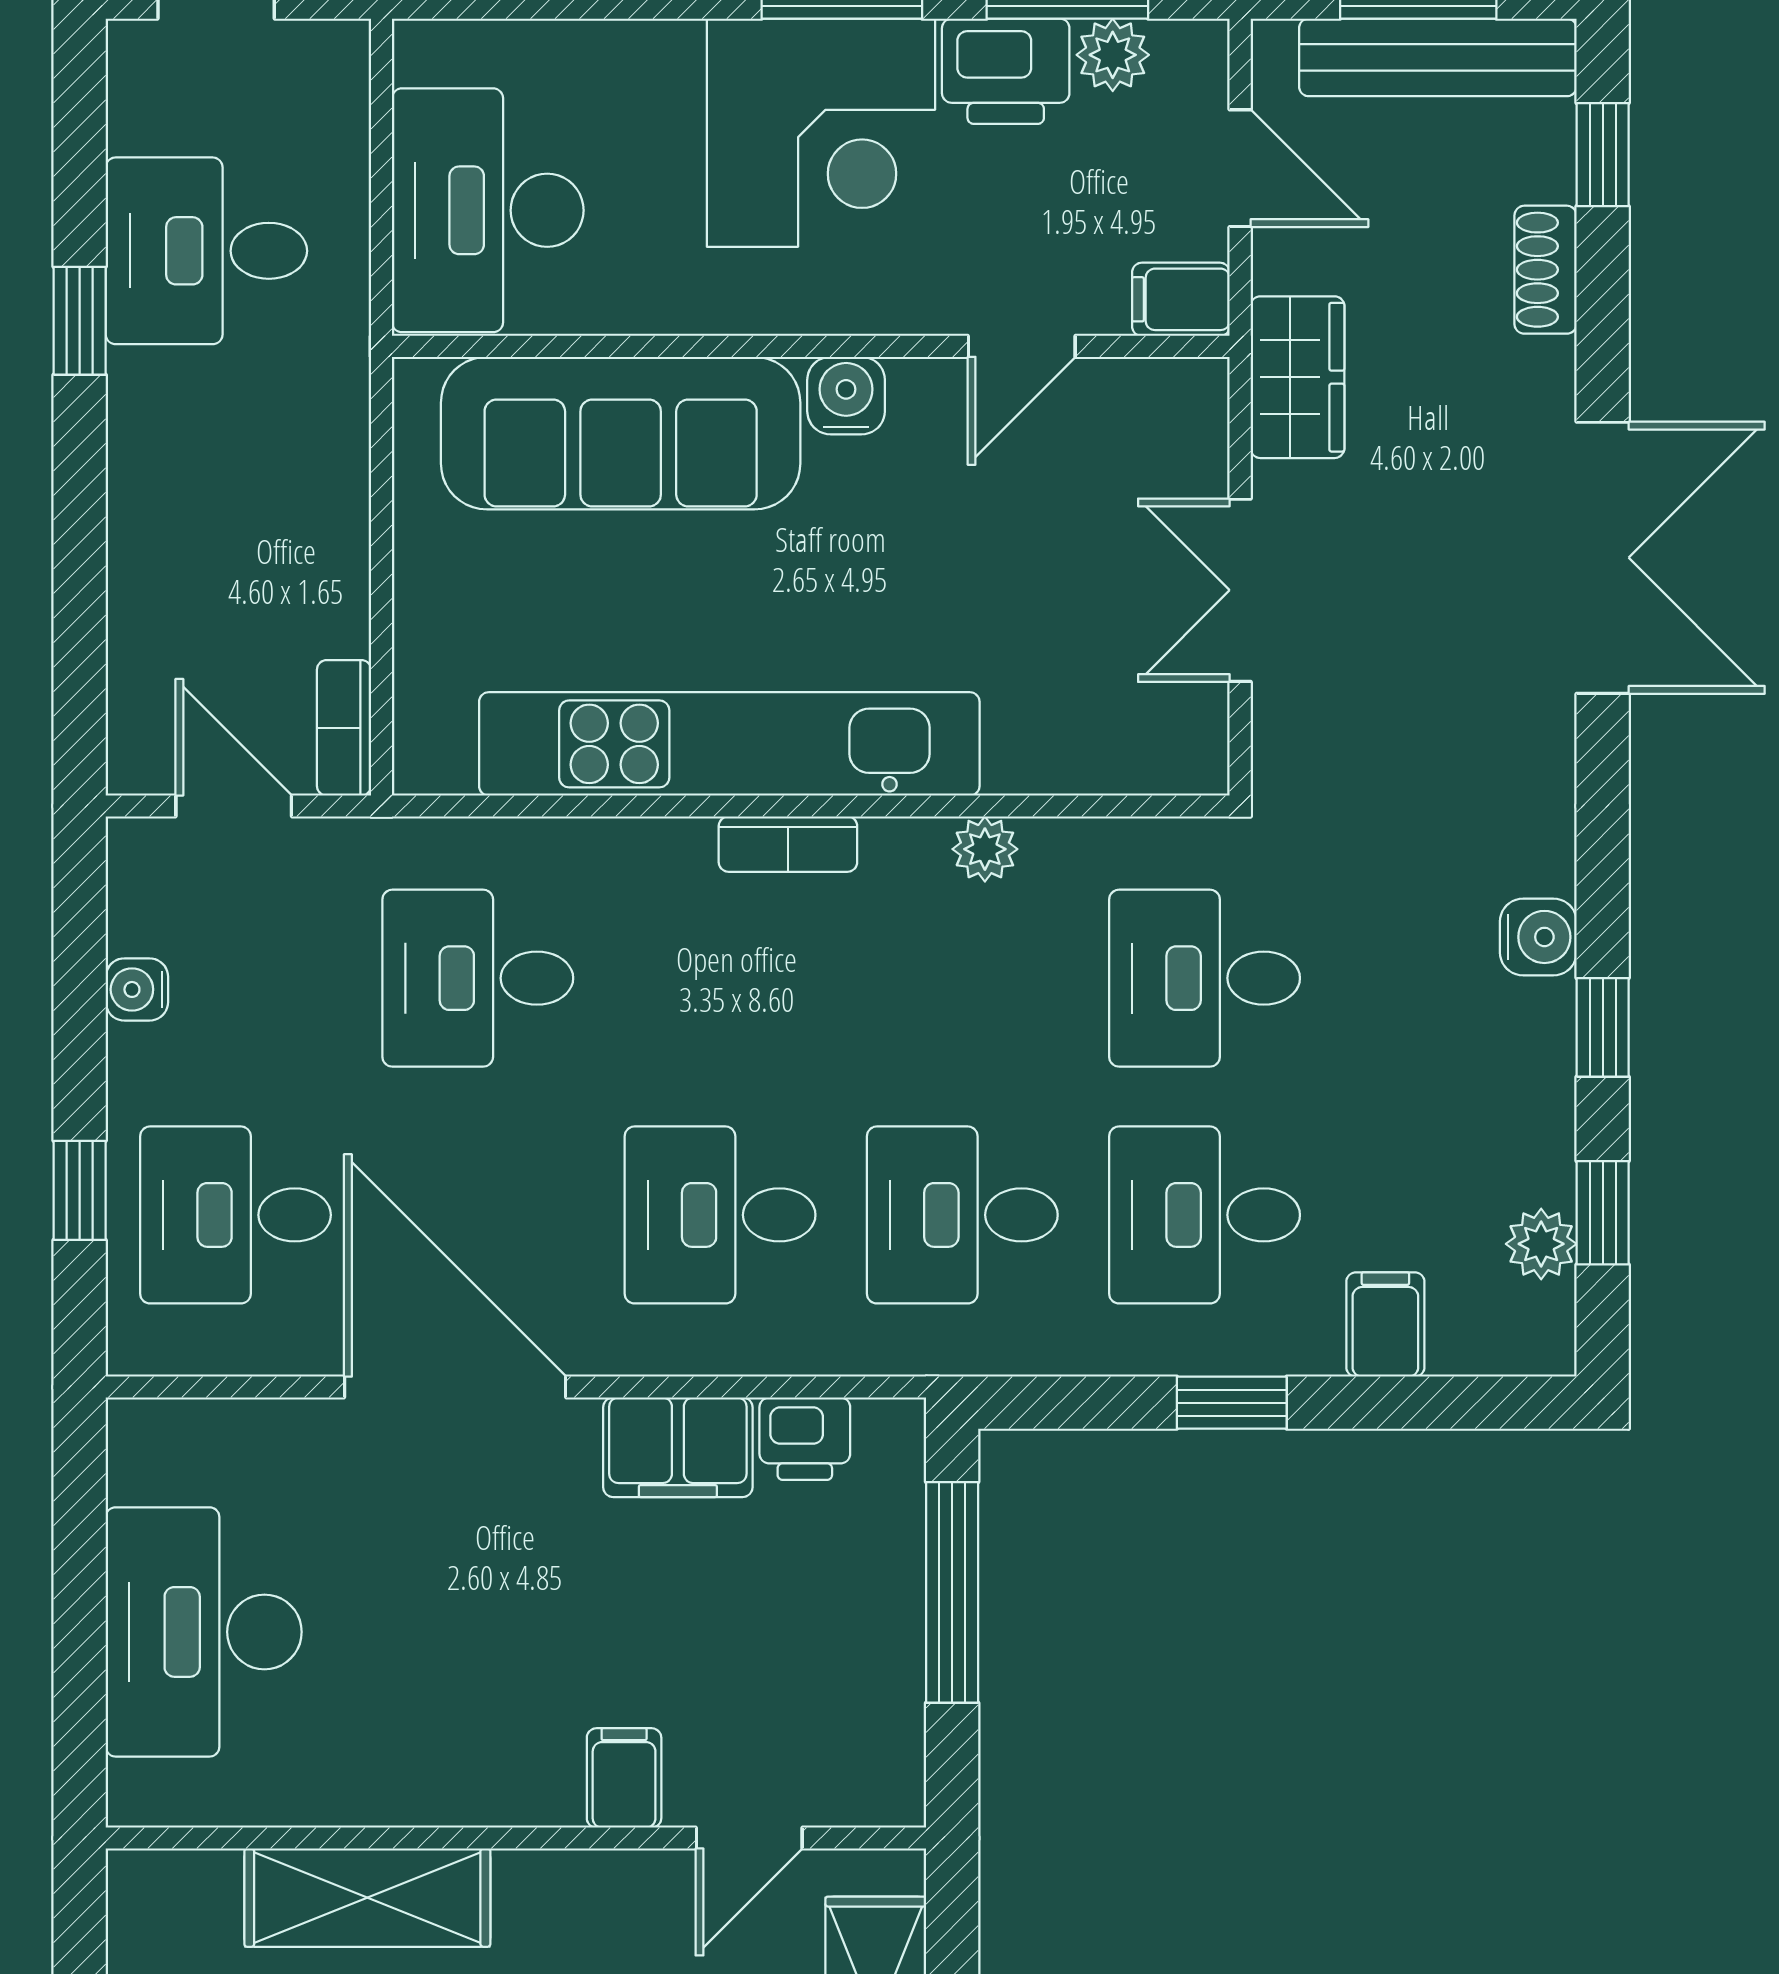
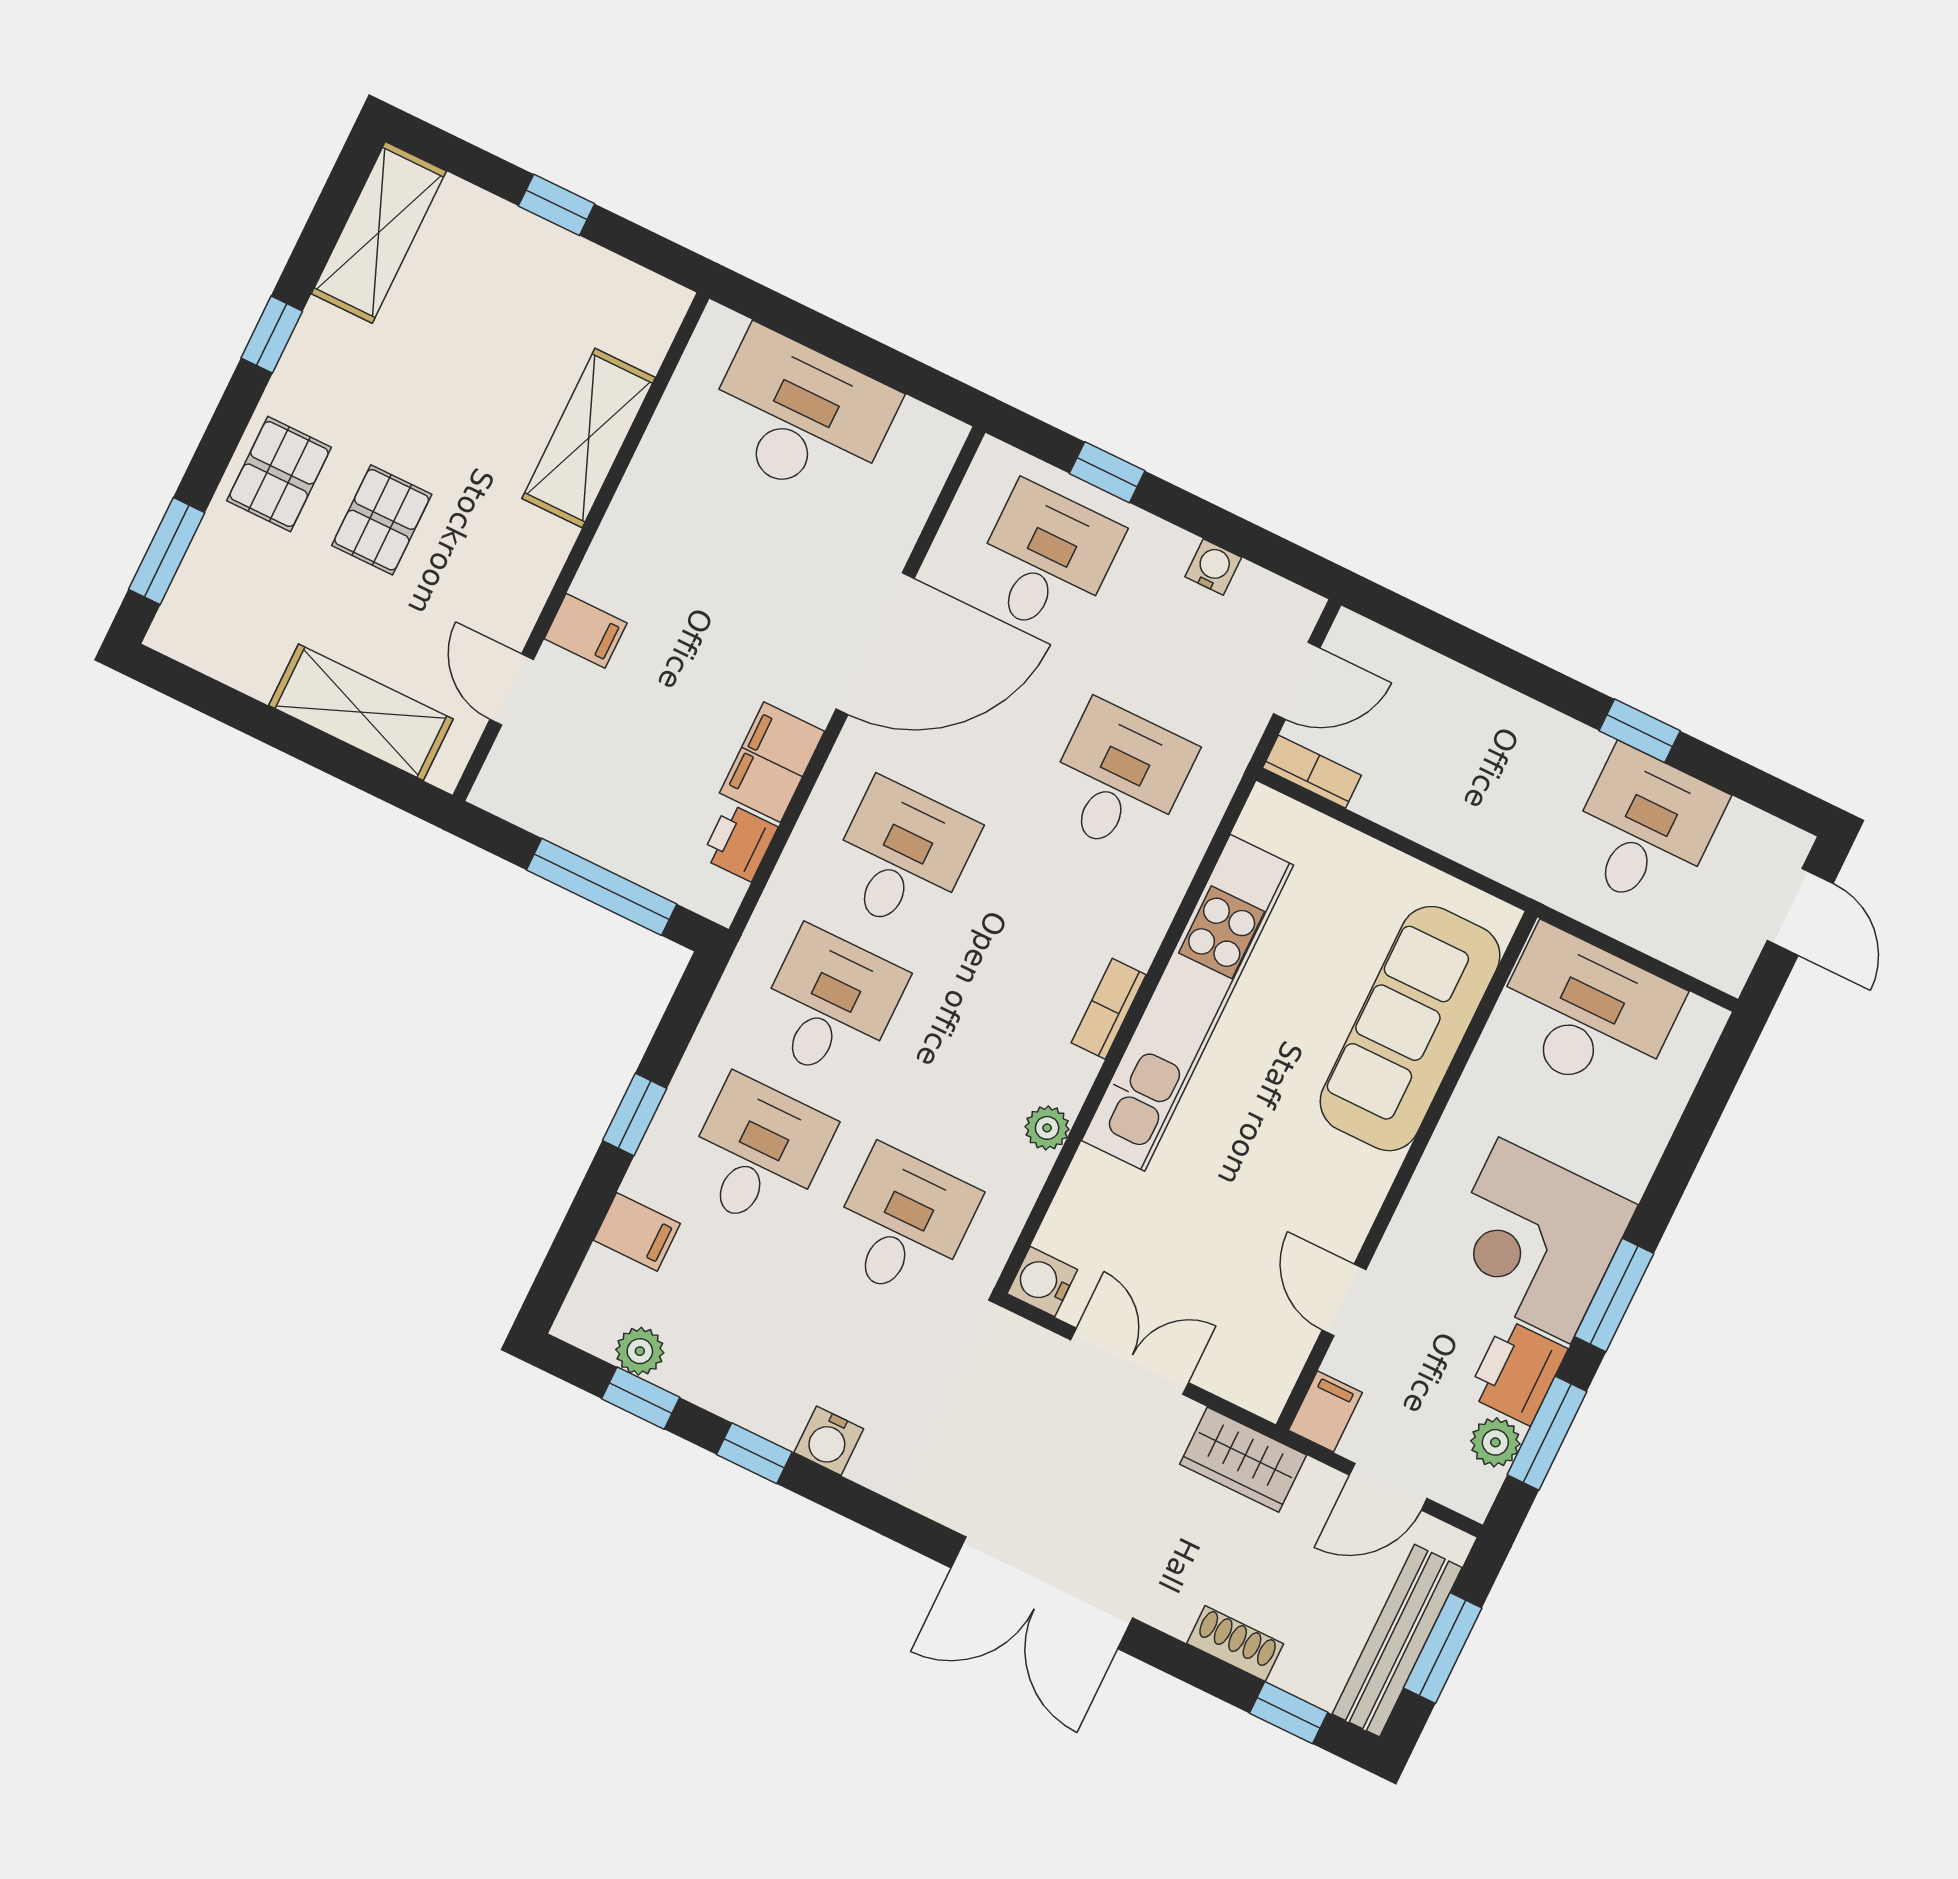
water cooler: (846, 396) -> (1042, 1282), moved, turned 180

